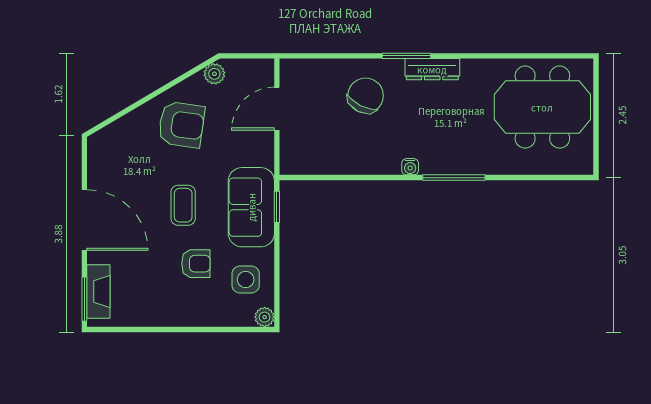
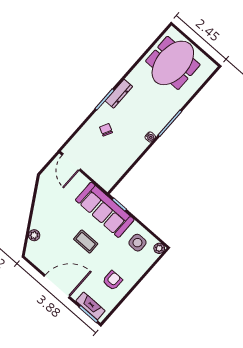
plant: (214, 74) -> (34, 235), moved
chair: (366, 96) -> (106, 130), width x0.54, depth x0.54
door: (277, 109) -> (71, 162), moved
armchair: (181, 125) -> (53, 214), removed
sofa: (251, 207) -> (105, 210), width x1.36
armchair: (196, 264) -> (112, 280), moved

